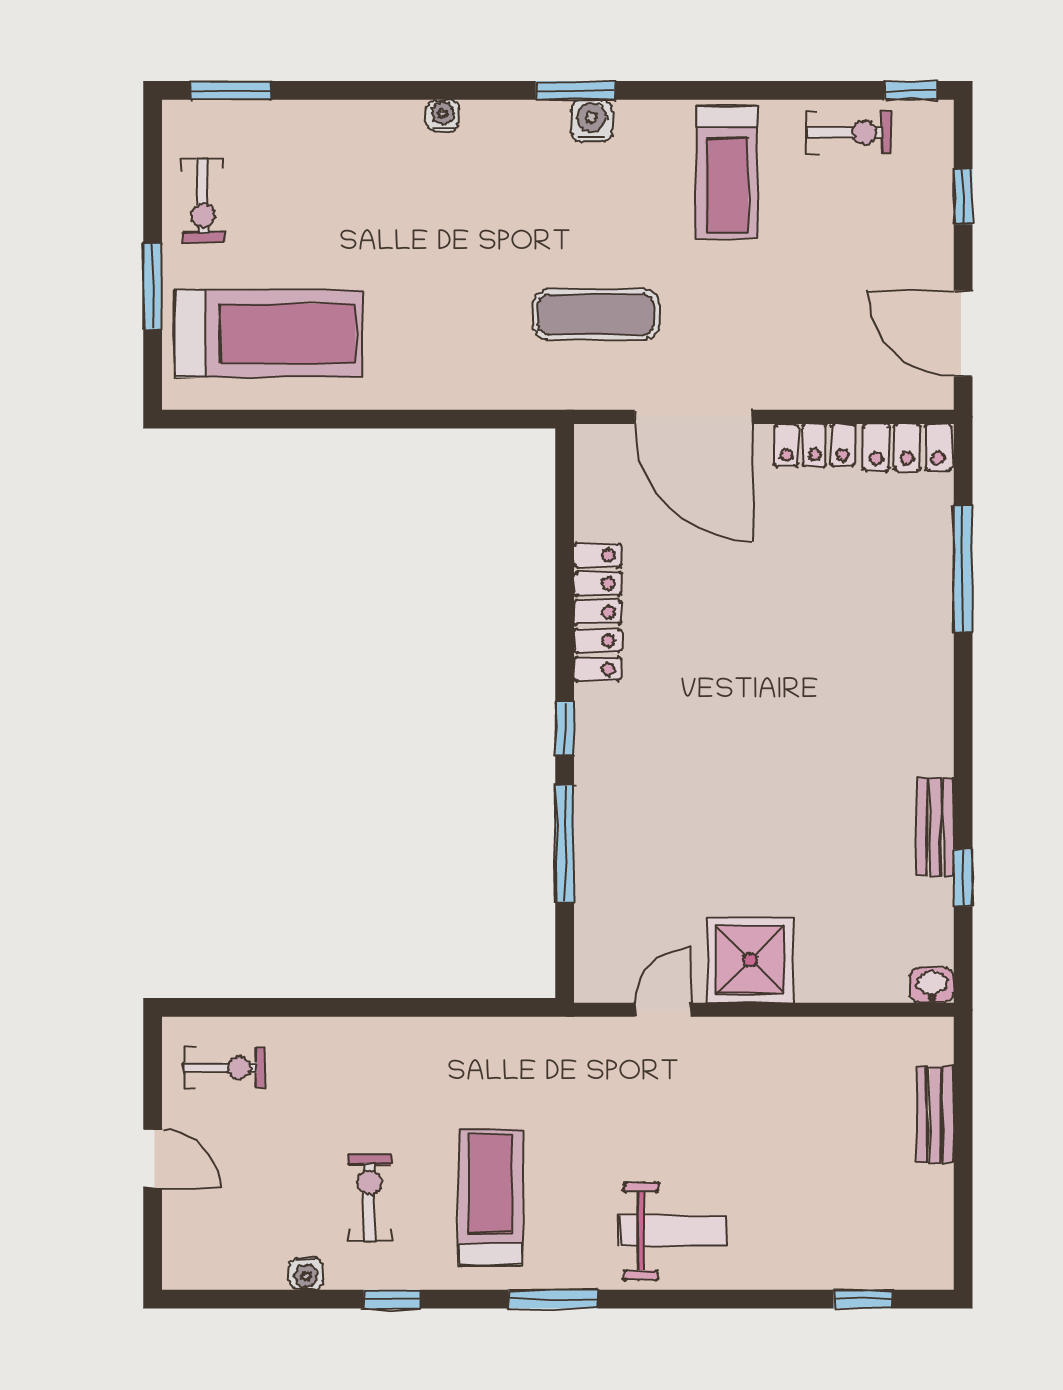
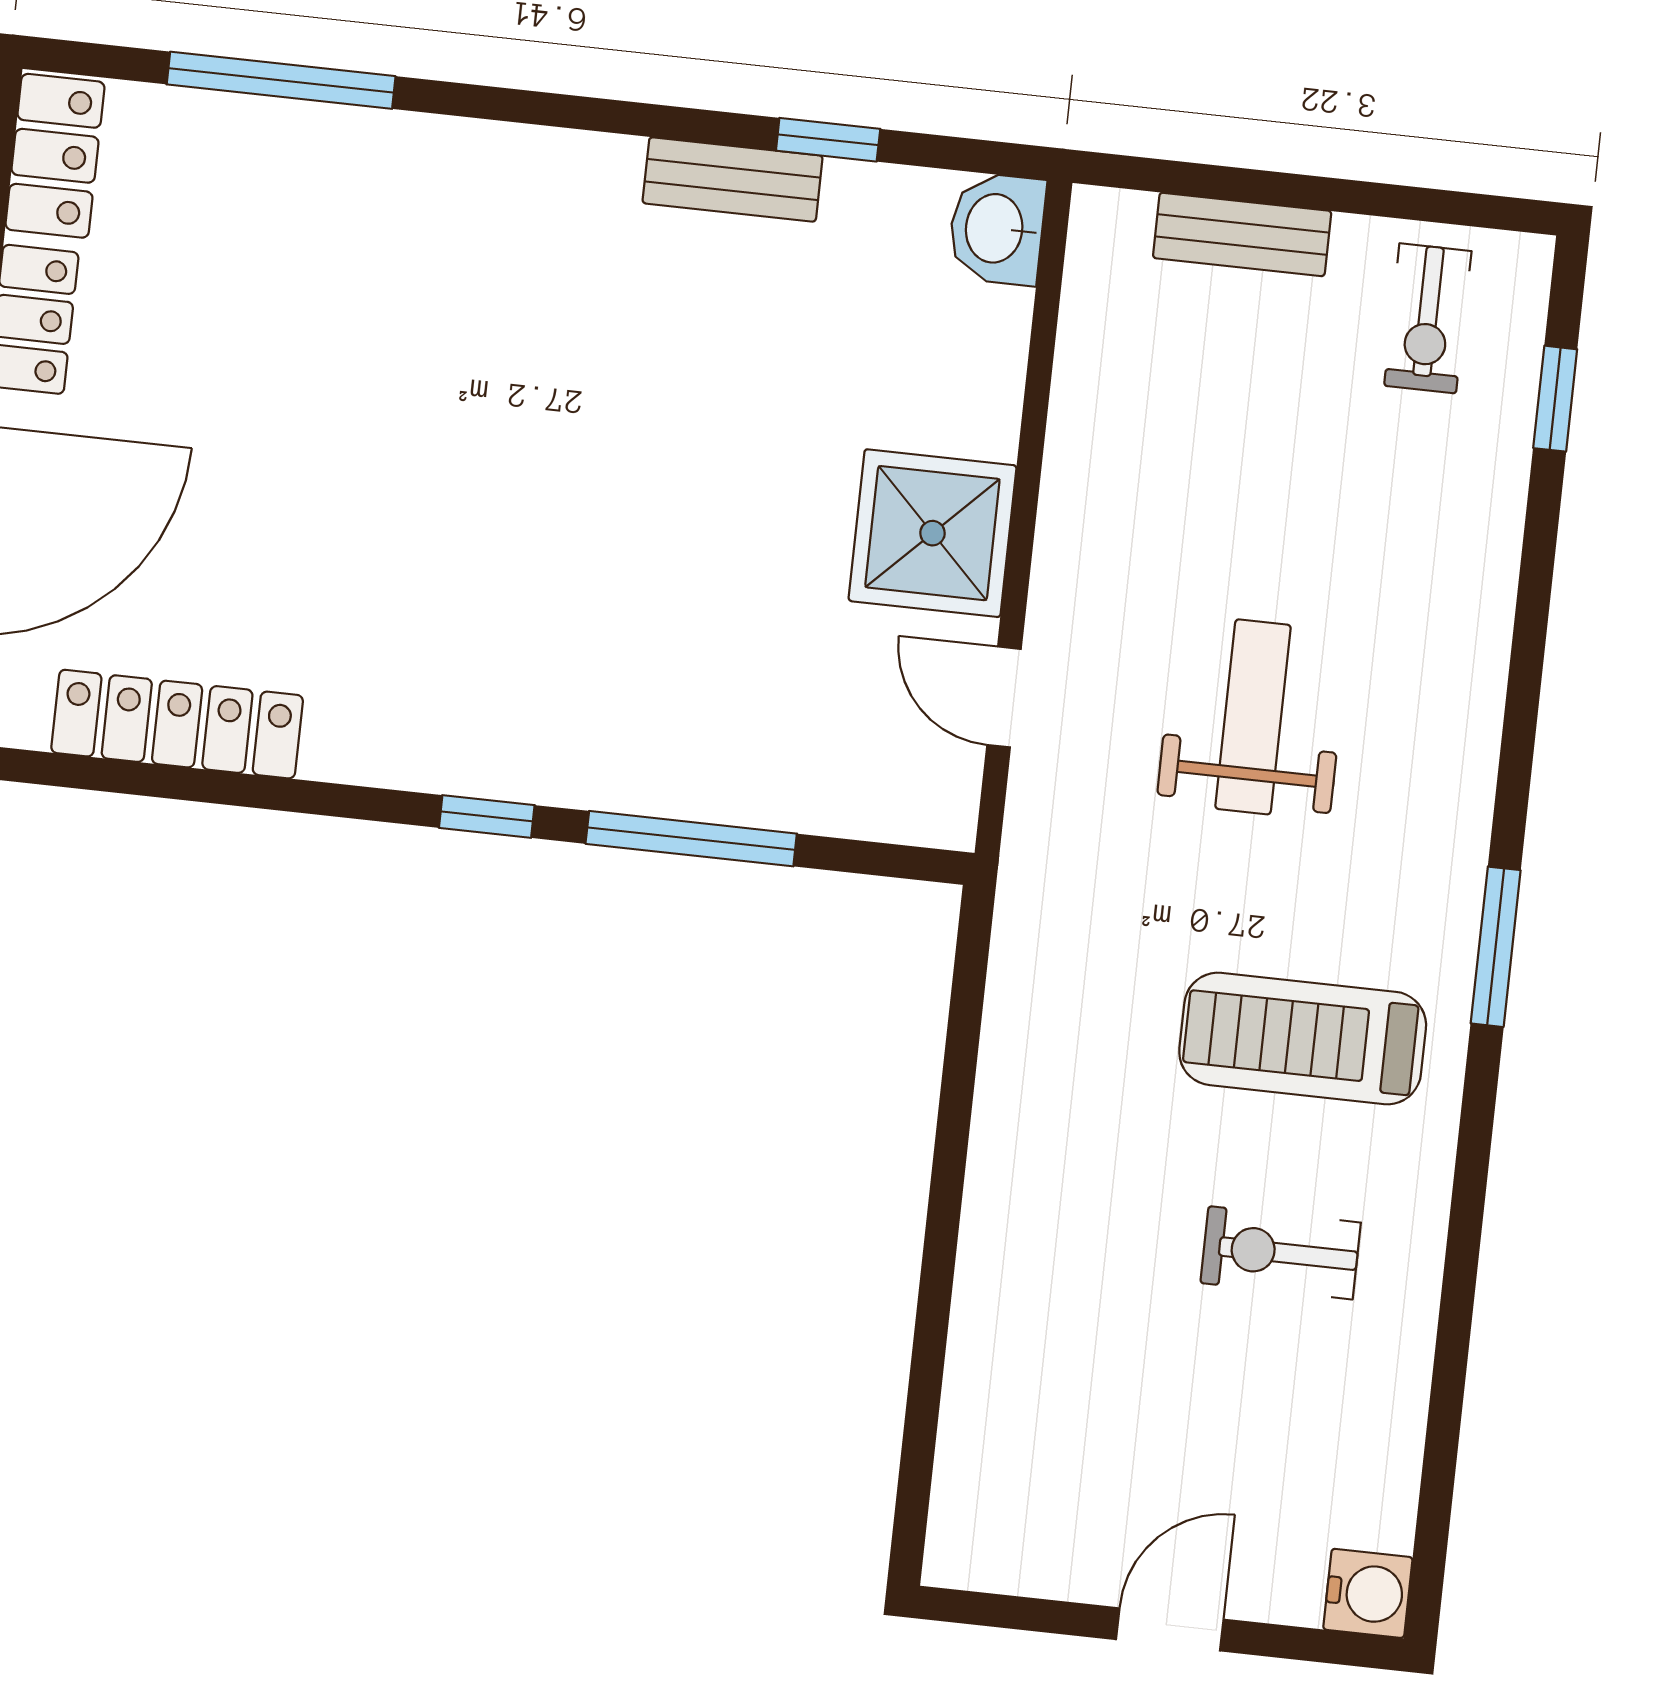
locker: (598, 612) -> (177, 724), moved
washbasin: (932, 985) -> (997, 229), width x1.38, depth x1.45
exercise bike: (224, 1068) -> (1428, 318), moved, turned 180
weight bench: (673, 1231) -> (1253, 717), moved
water cooler: (306, 1273) -> (1368, 1593), moved, width x1.38, depth x1.38
window: (392, 1299) -> (1465, 1232), removed

